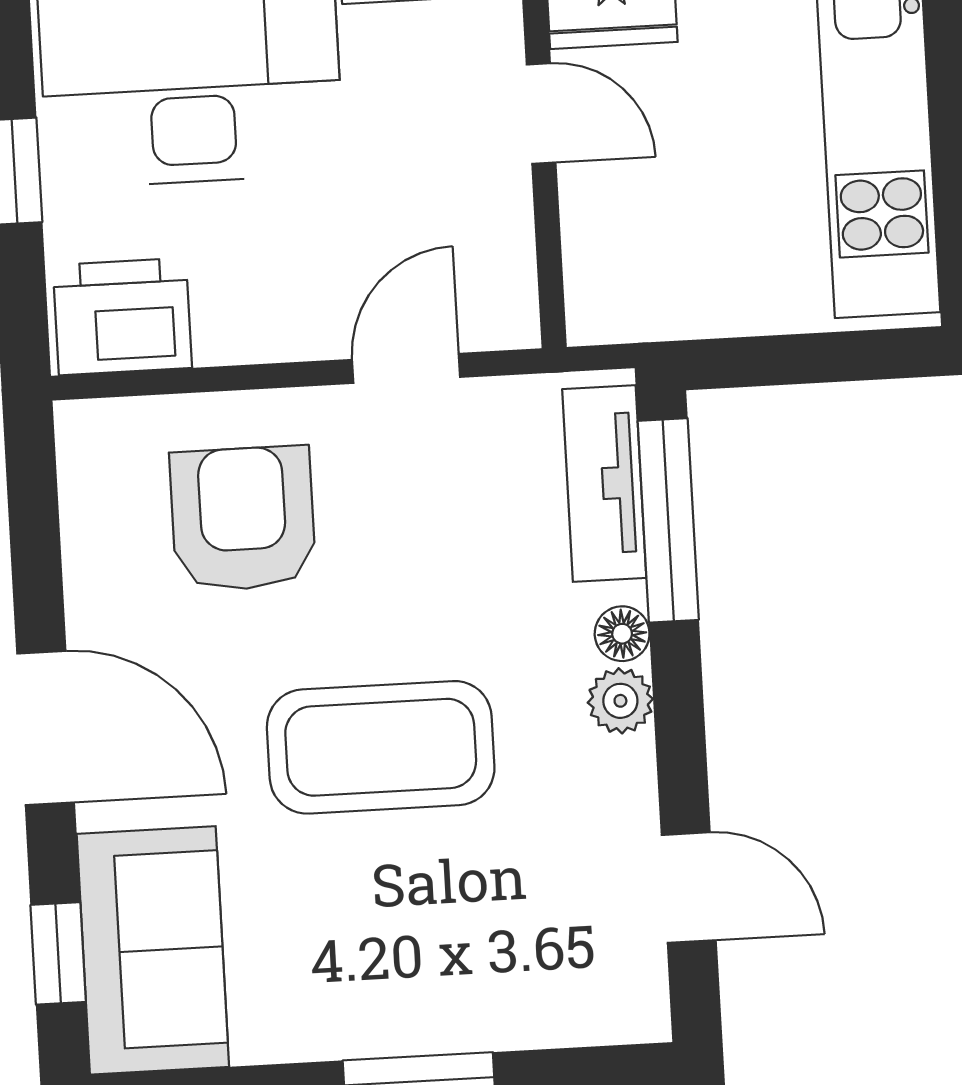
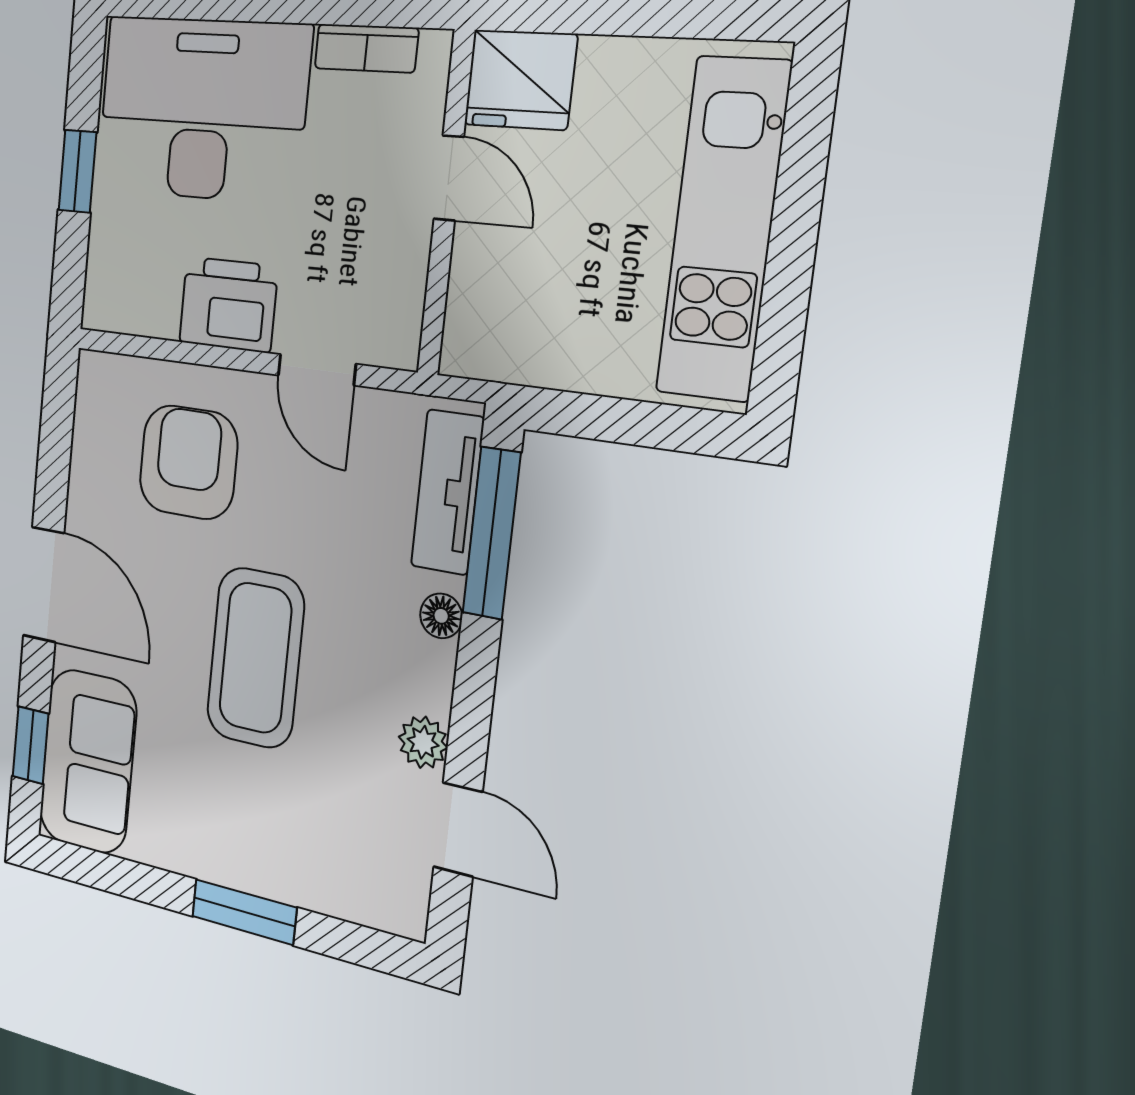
printer: (122, 317) -> (228, 304), moved
door: (406, 368) -> (317, 370), swing flipped
plant: (620, 701) -> (423, 742), moved
coffee table: (381, 747) -> (255, 658), turned 90

